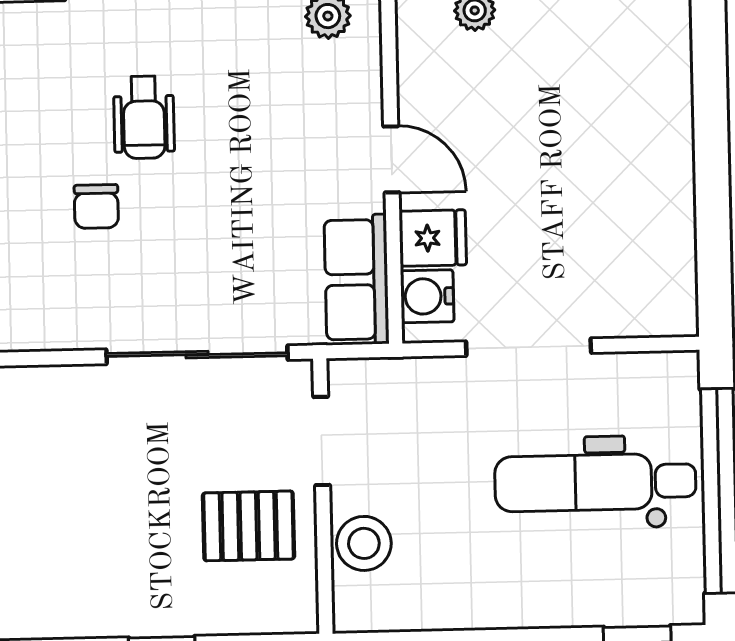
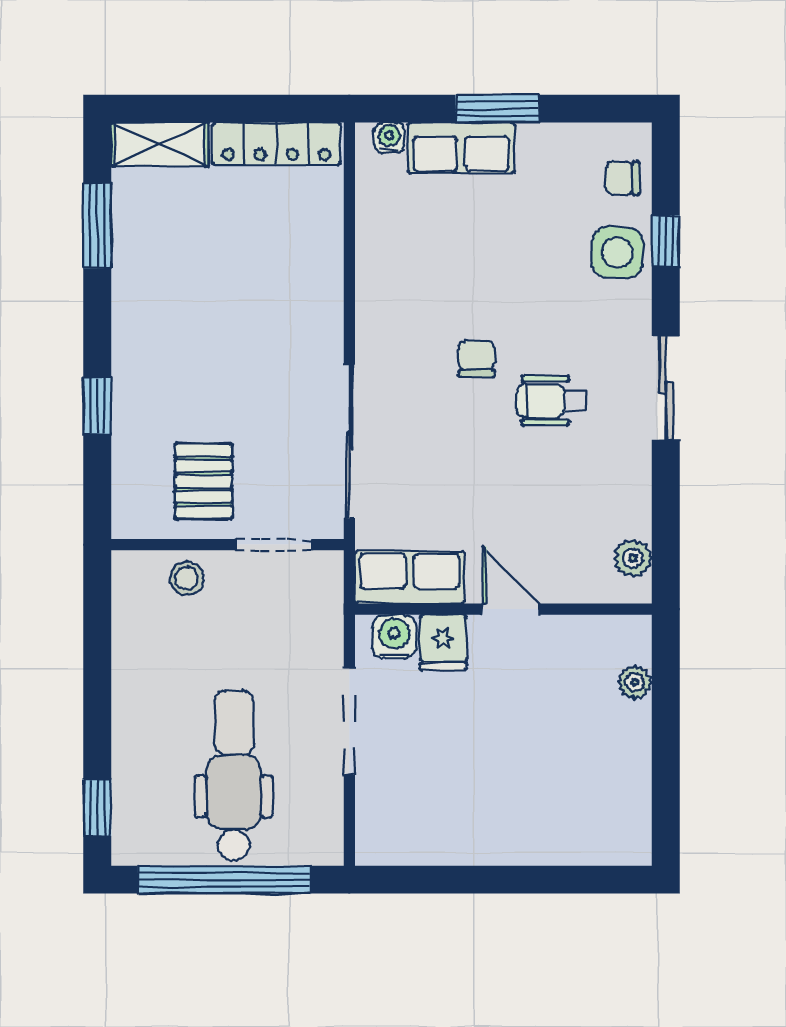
door: (391, 159) -> (511, 609), swing flipped
chair: (96, 206) -> (476, 359), turned 90
stool: (364, 543) -> (187, 578), width x0.73, depth x0.73

